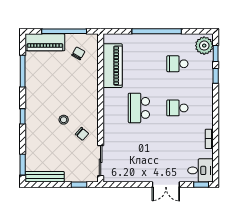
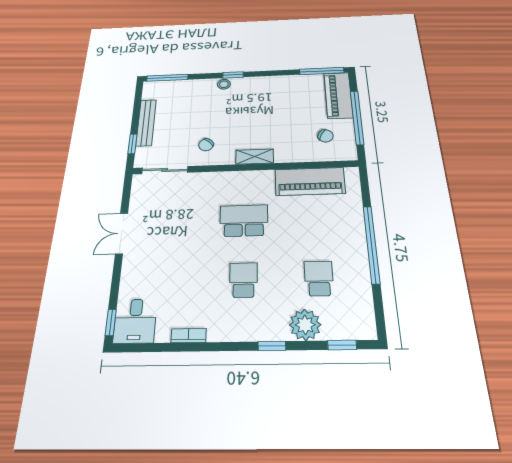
plant: (204, 46) -> (305, 325), moved
window: (23, 71) -> (322, 71), moved
window: (216, 76) -> (272, 346), moved
shelving: (93, 101) -> (255, 157), added
stool: (64, 120) -> (224, 84), moved
window: (23, 165) -> (167, 78), width x1.44
bench: (45, 177) -> (146, 123), moved
double door: (166, 185) -> (122, 233), moved

